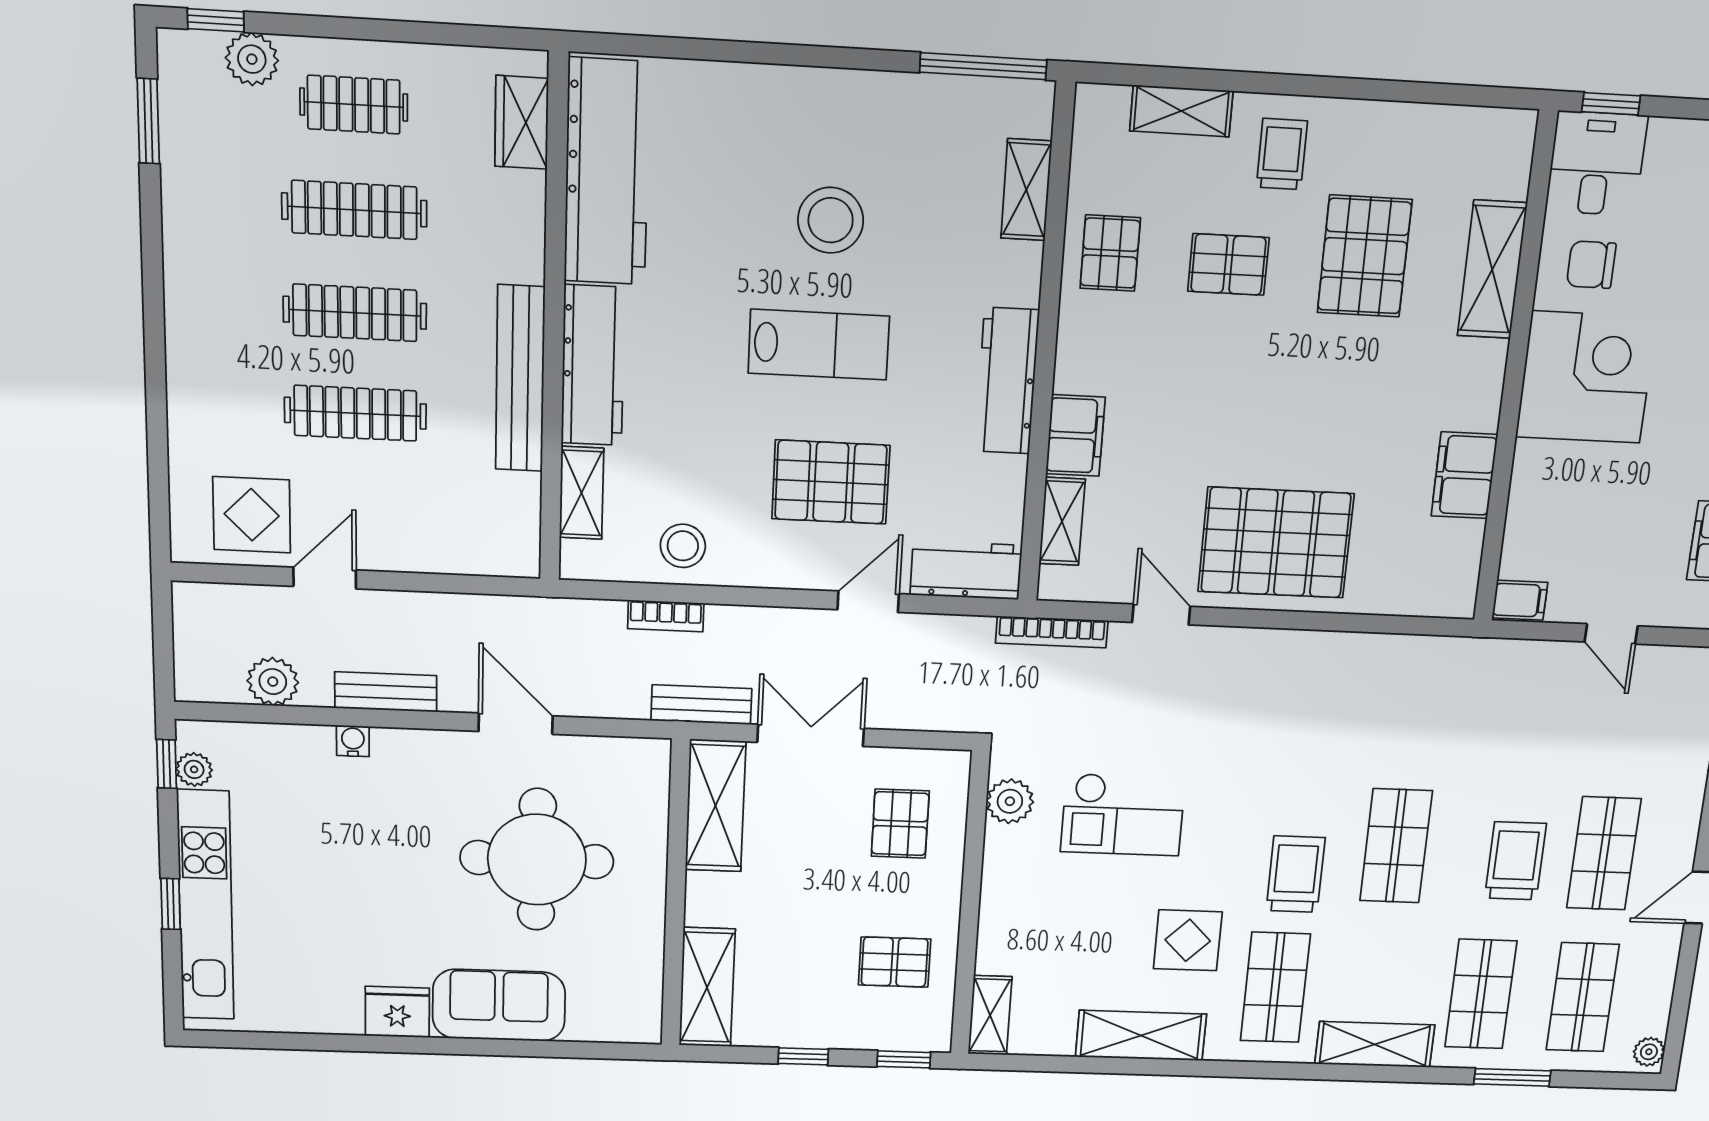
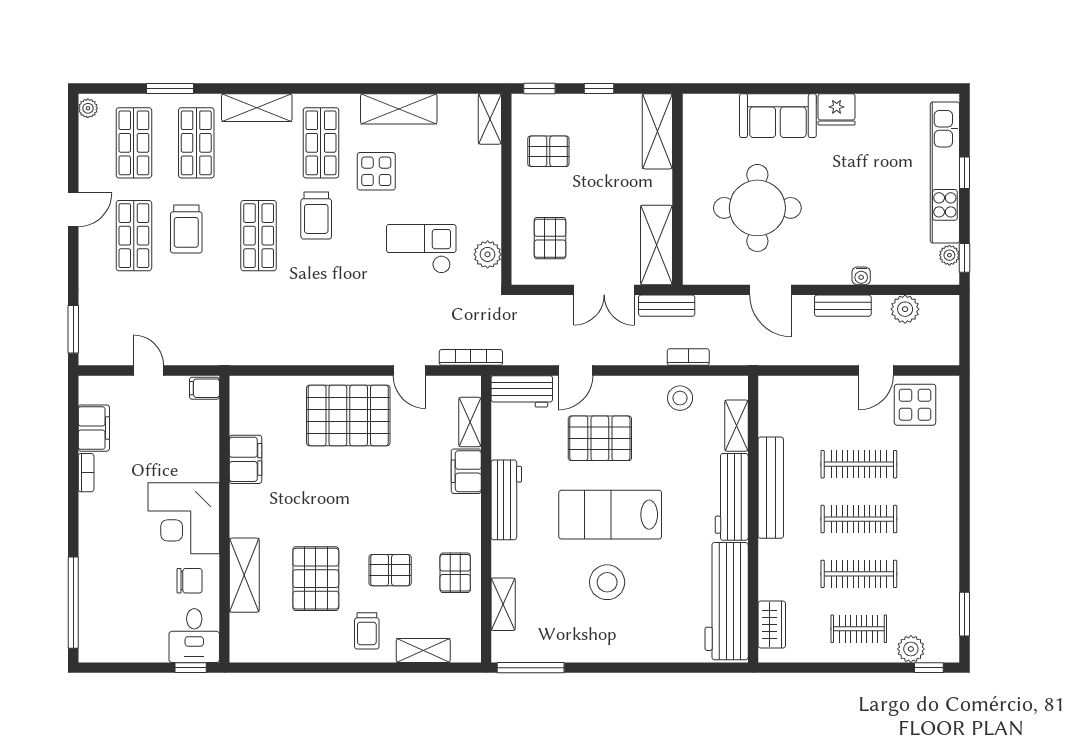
lab bench: (819, 345) -> (610, 515), width x1.36, depth x1.39

